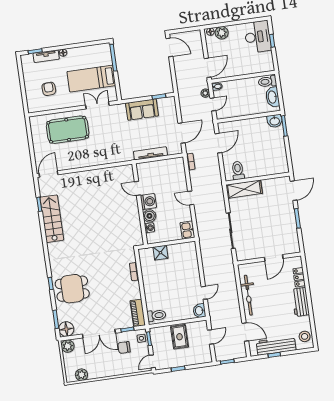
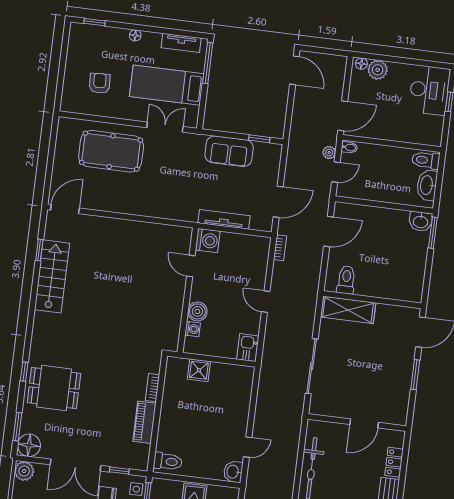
tv unit: (46, 56) -> (181, 43), moved
washing machine: (148, 202) -> (208, 241), moved
piano: (138, 313) -> (145, 422), moved

